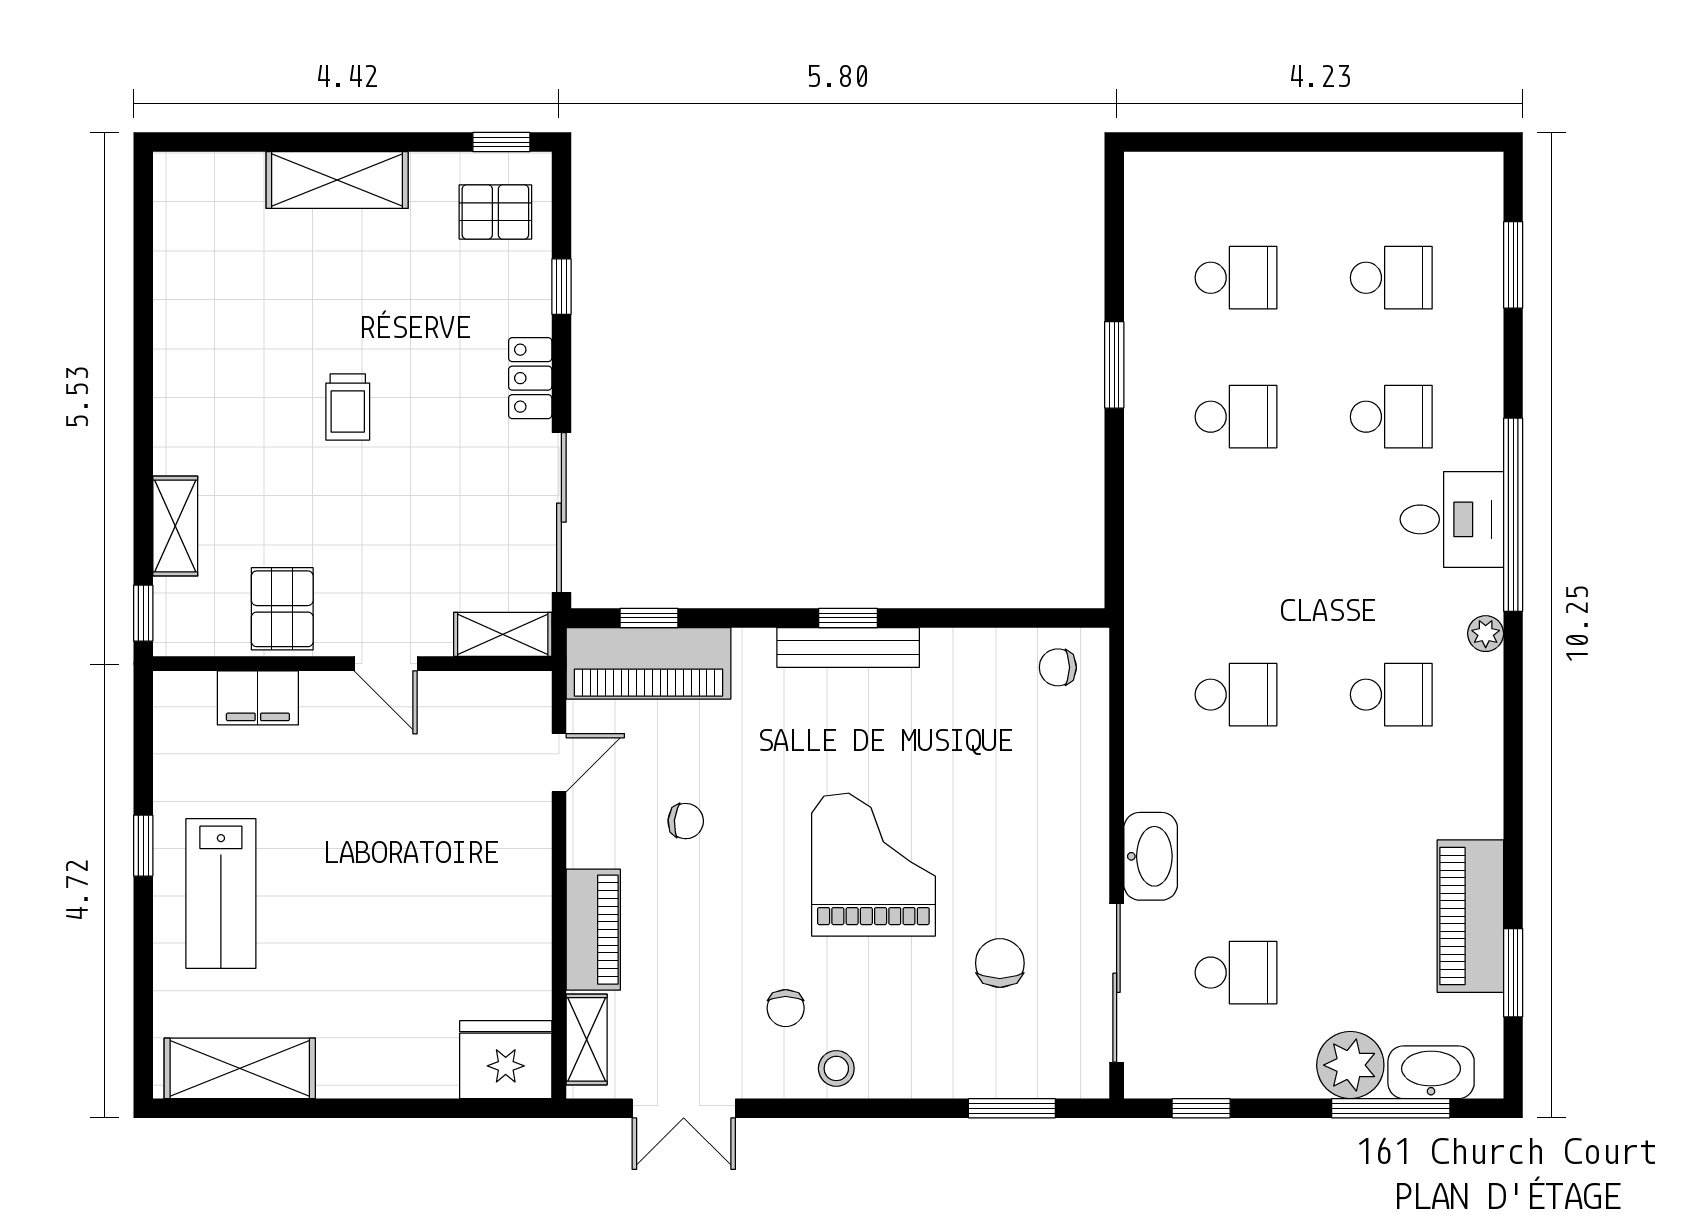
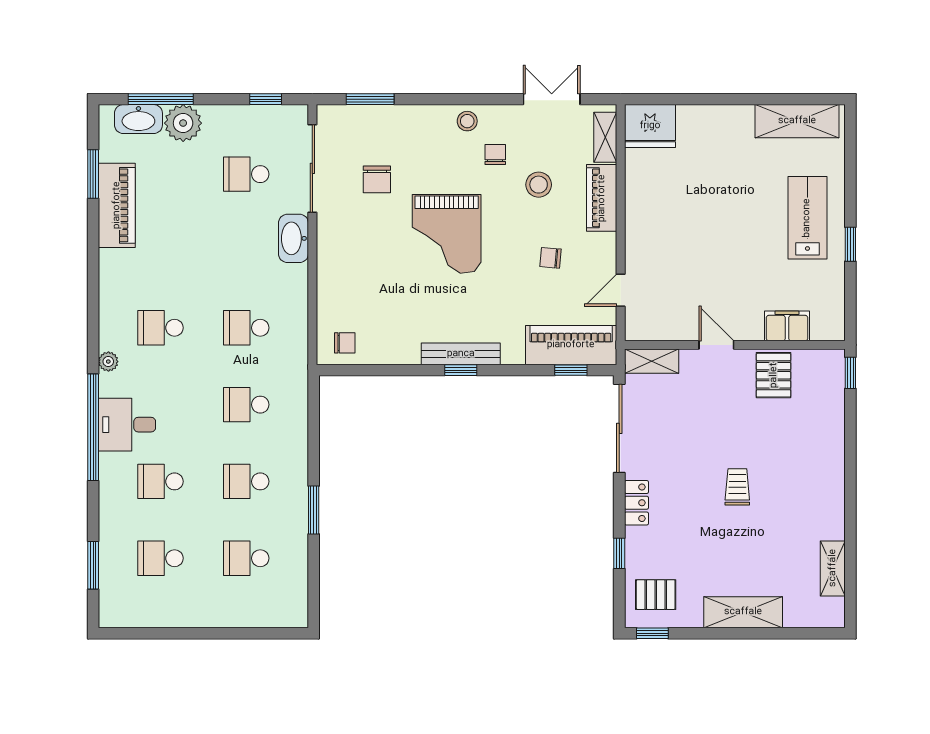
shelving: (175, 526) -> (833, 568), moved
school desk: (1236, 556) -> (246, 405), added
stool: (707, 954) -> (539, 185), added

